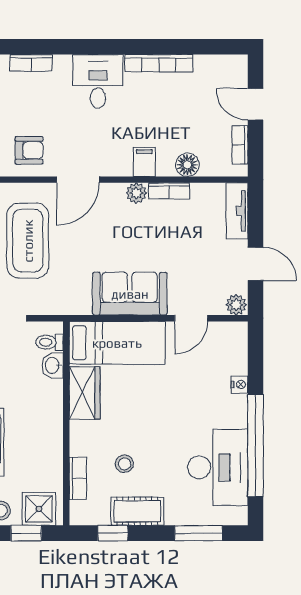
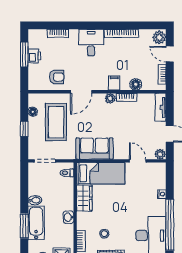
plant: (235, 71) -> (159, 37), added
sofa: (130, 294) -> (94, 149), moved
door: (191, 318) -> (138, 161), swing flipped
washbasin: (53, 365) -> (68, 217), moved

